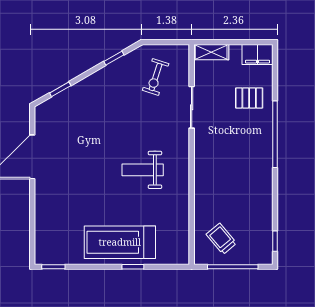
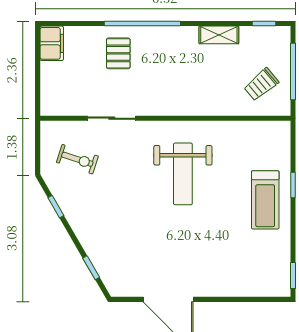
shelving: (211, 52) -> (219, 35), moved, turned 90
pallet: (249, 98) -> (118, 53), moved
weight bench: (143, 170) -> (183, 174), width x1.36, depth x1.33
treadmill: (120, 242) -> (265, 200), width x0.73, depth x0.73

